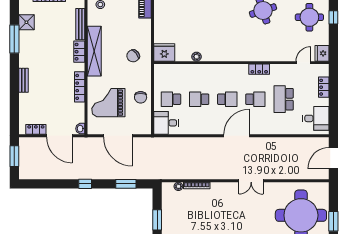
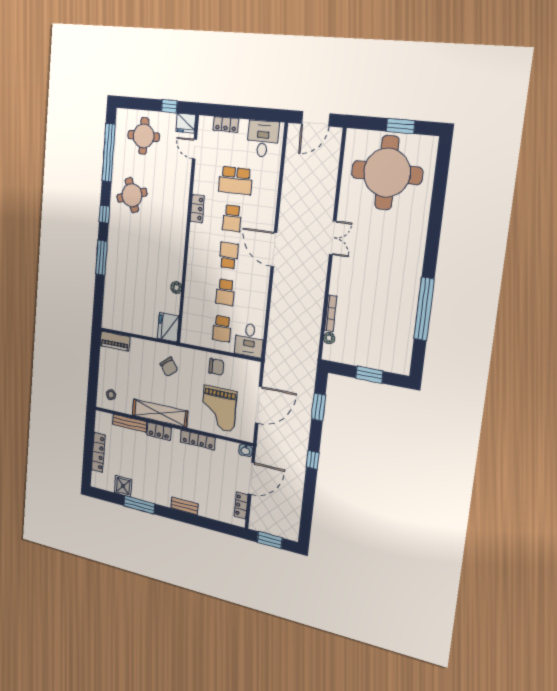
window: (333, 17) -> (169, 106), moved
school desk: (255, 99) -> (232, 218), turned 180
door: (333, 158) -> (316, 119), hinge flipped

